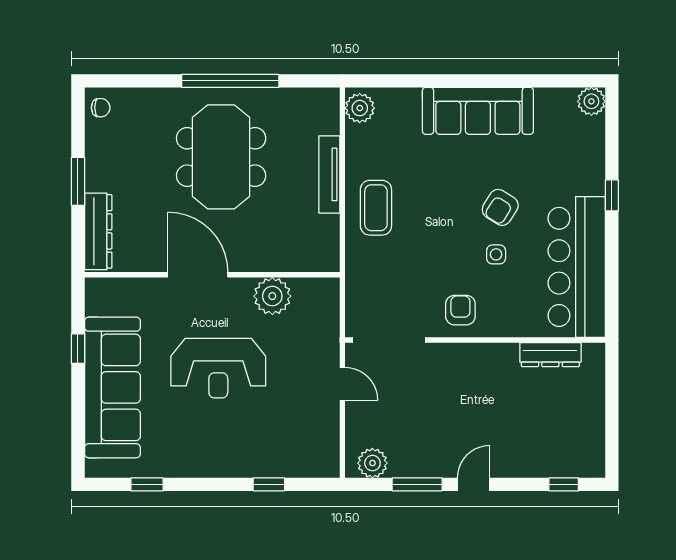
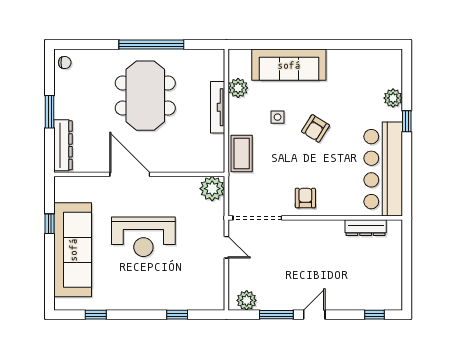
plant: (591, 101) -> (393, 98), moved
plant: (360, 108) -> (238, 88), moved
sofa: (478, 111) -> (289, 65), moved
armchair: (500, 207) -> (315, 128), moved
coffee table: (376, 208) -> (242, 154), moved
side table: (496, 254) -> (278, 117), moved
plant: (272, 296) -> (212, 189), moved

